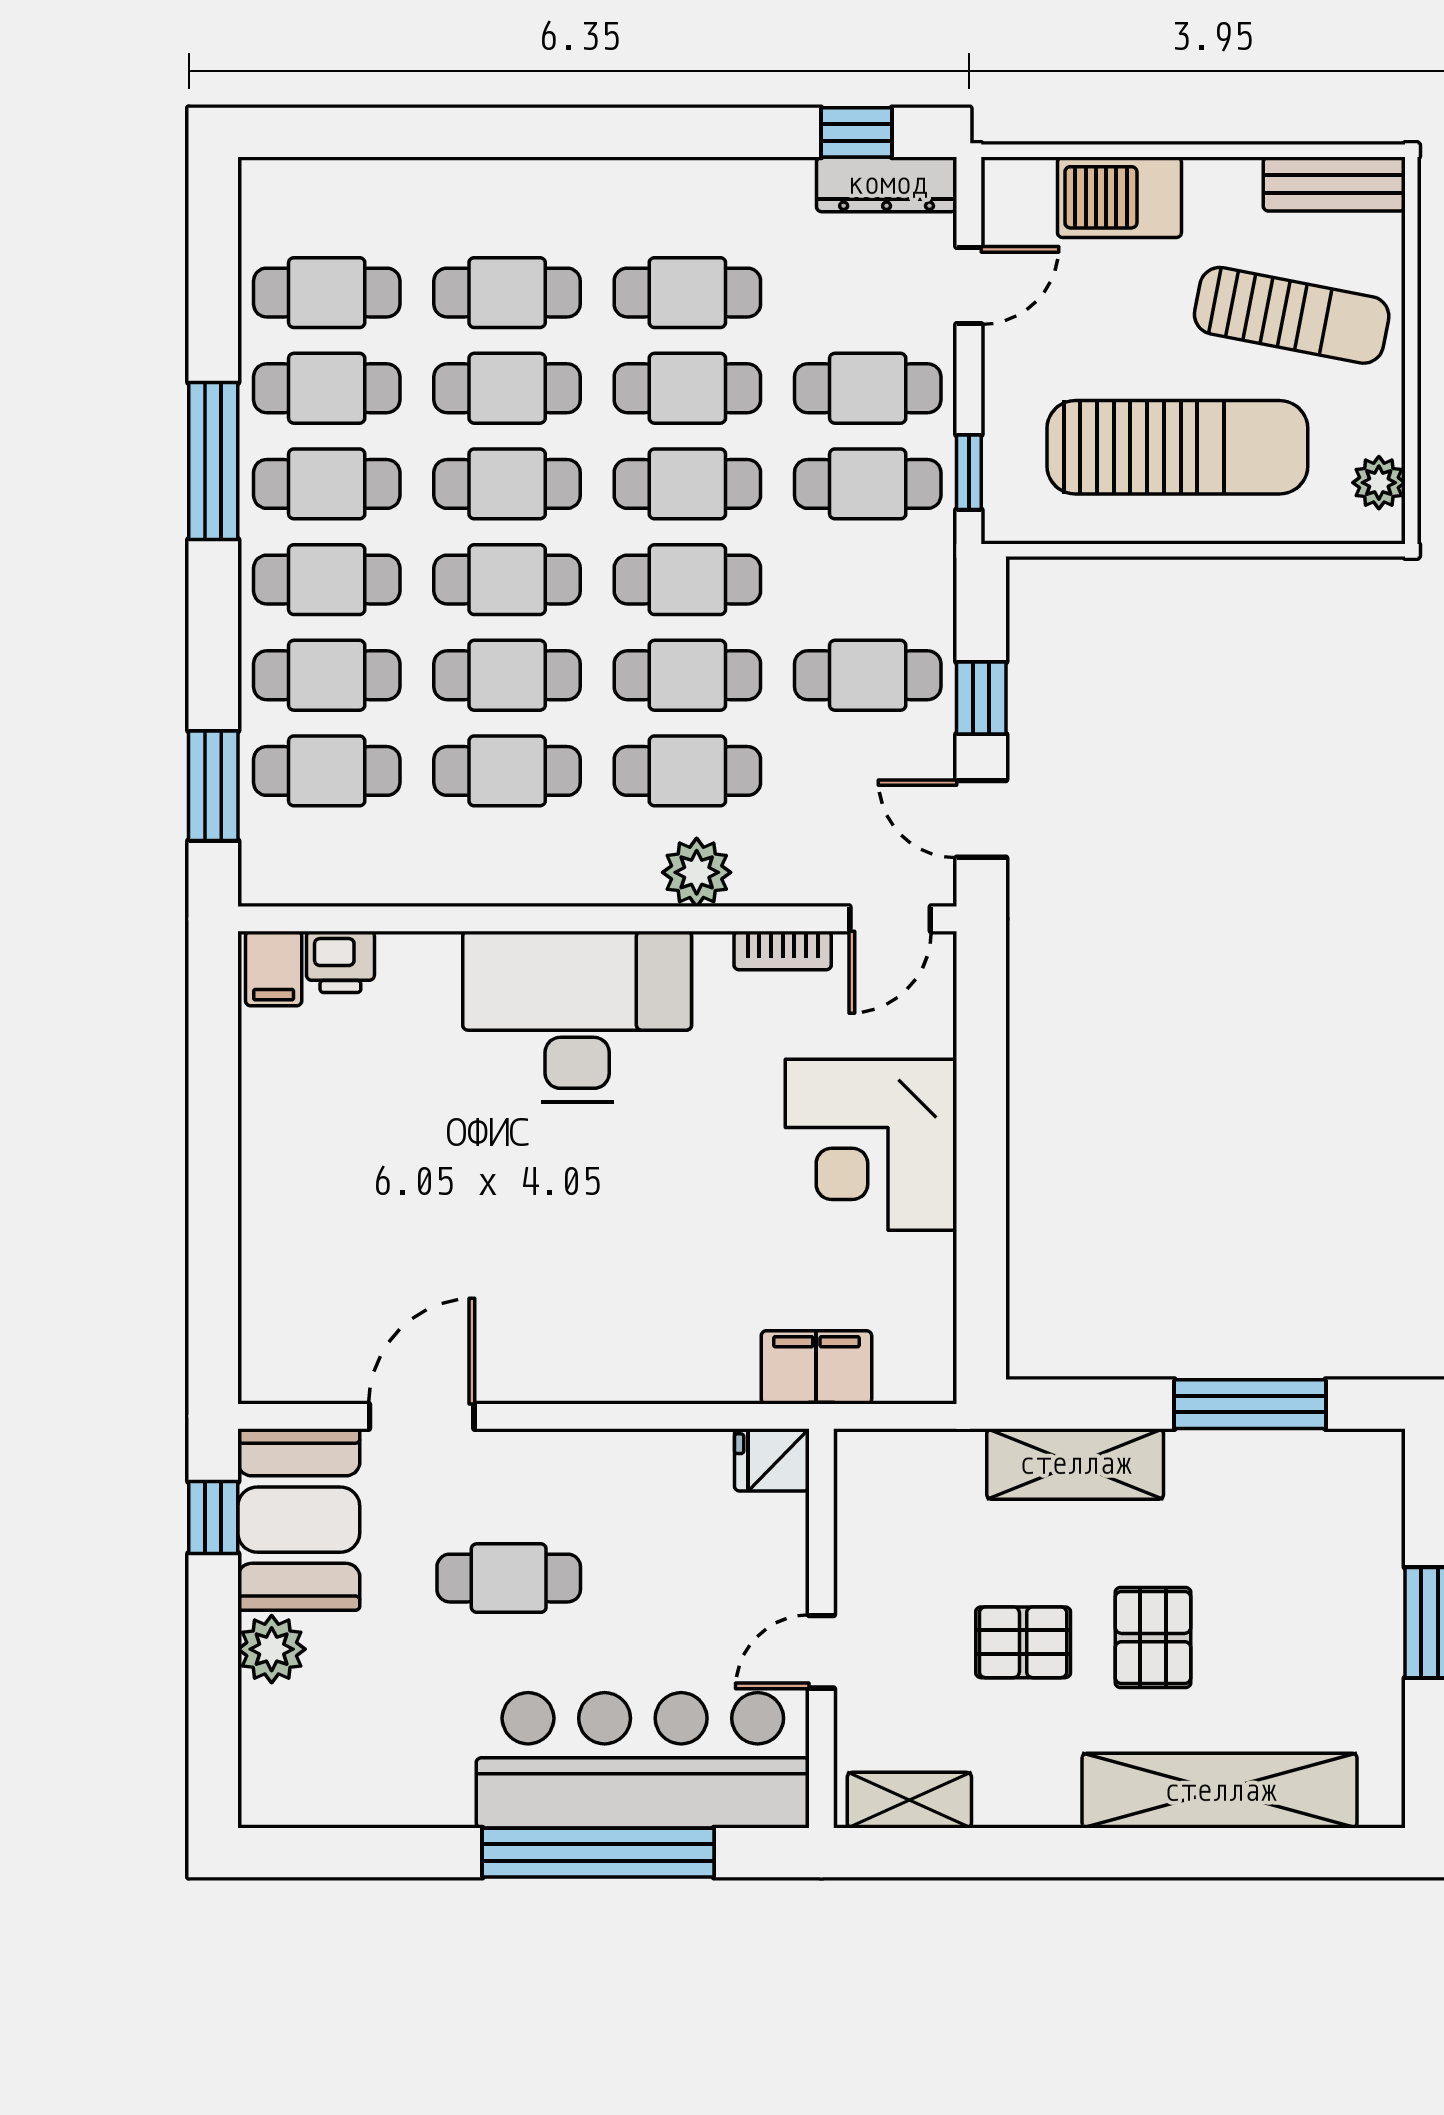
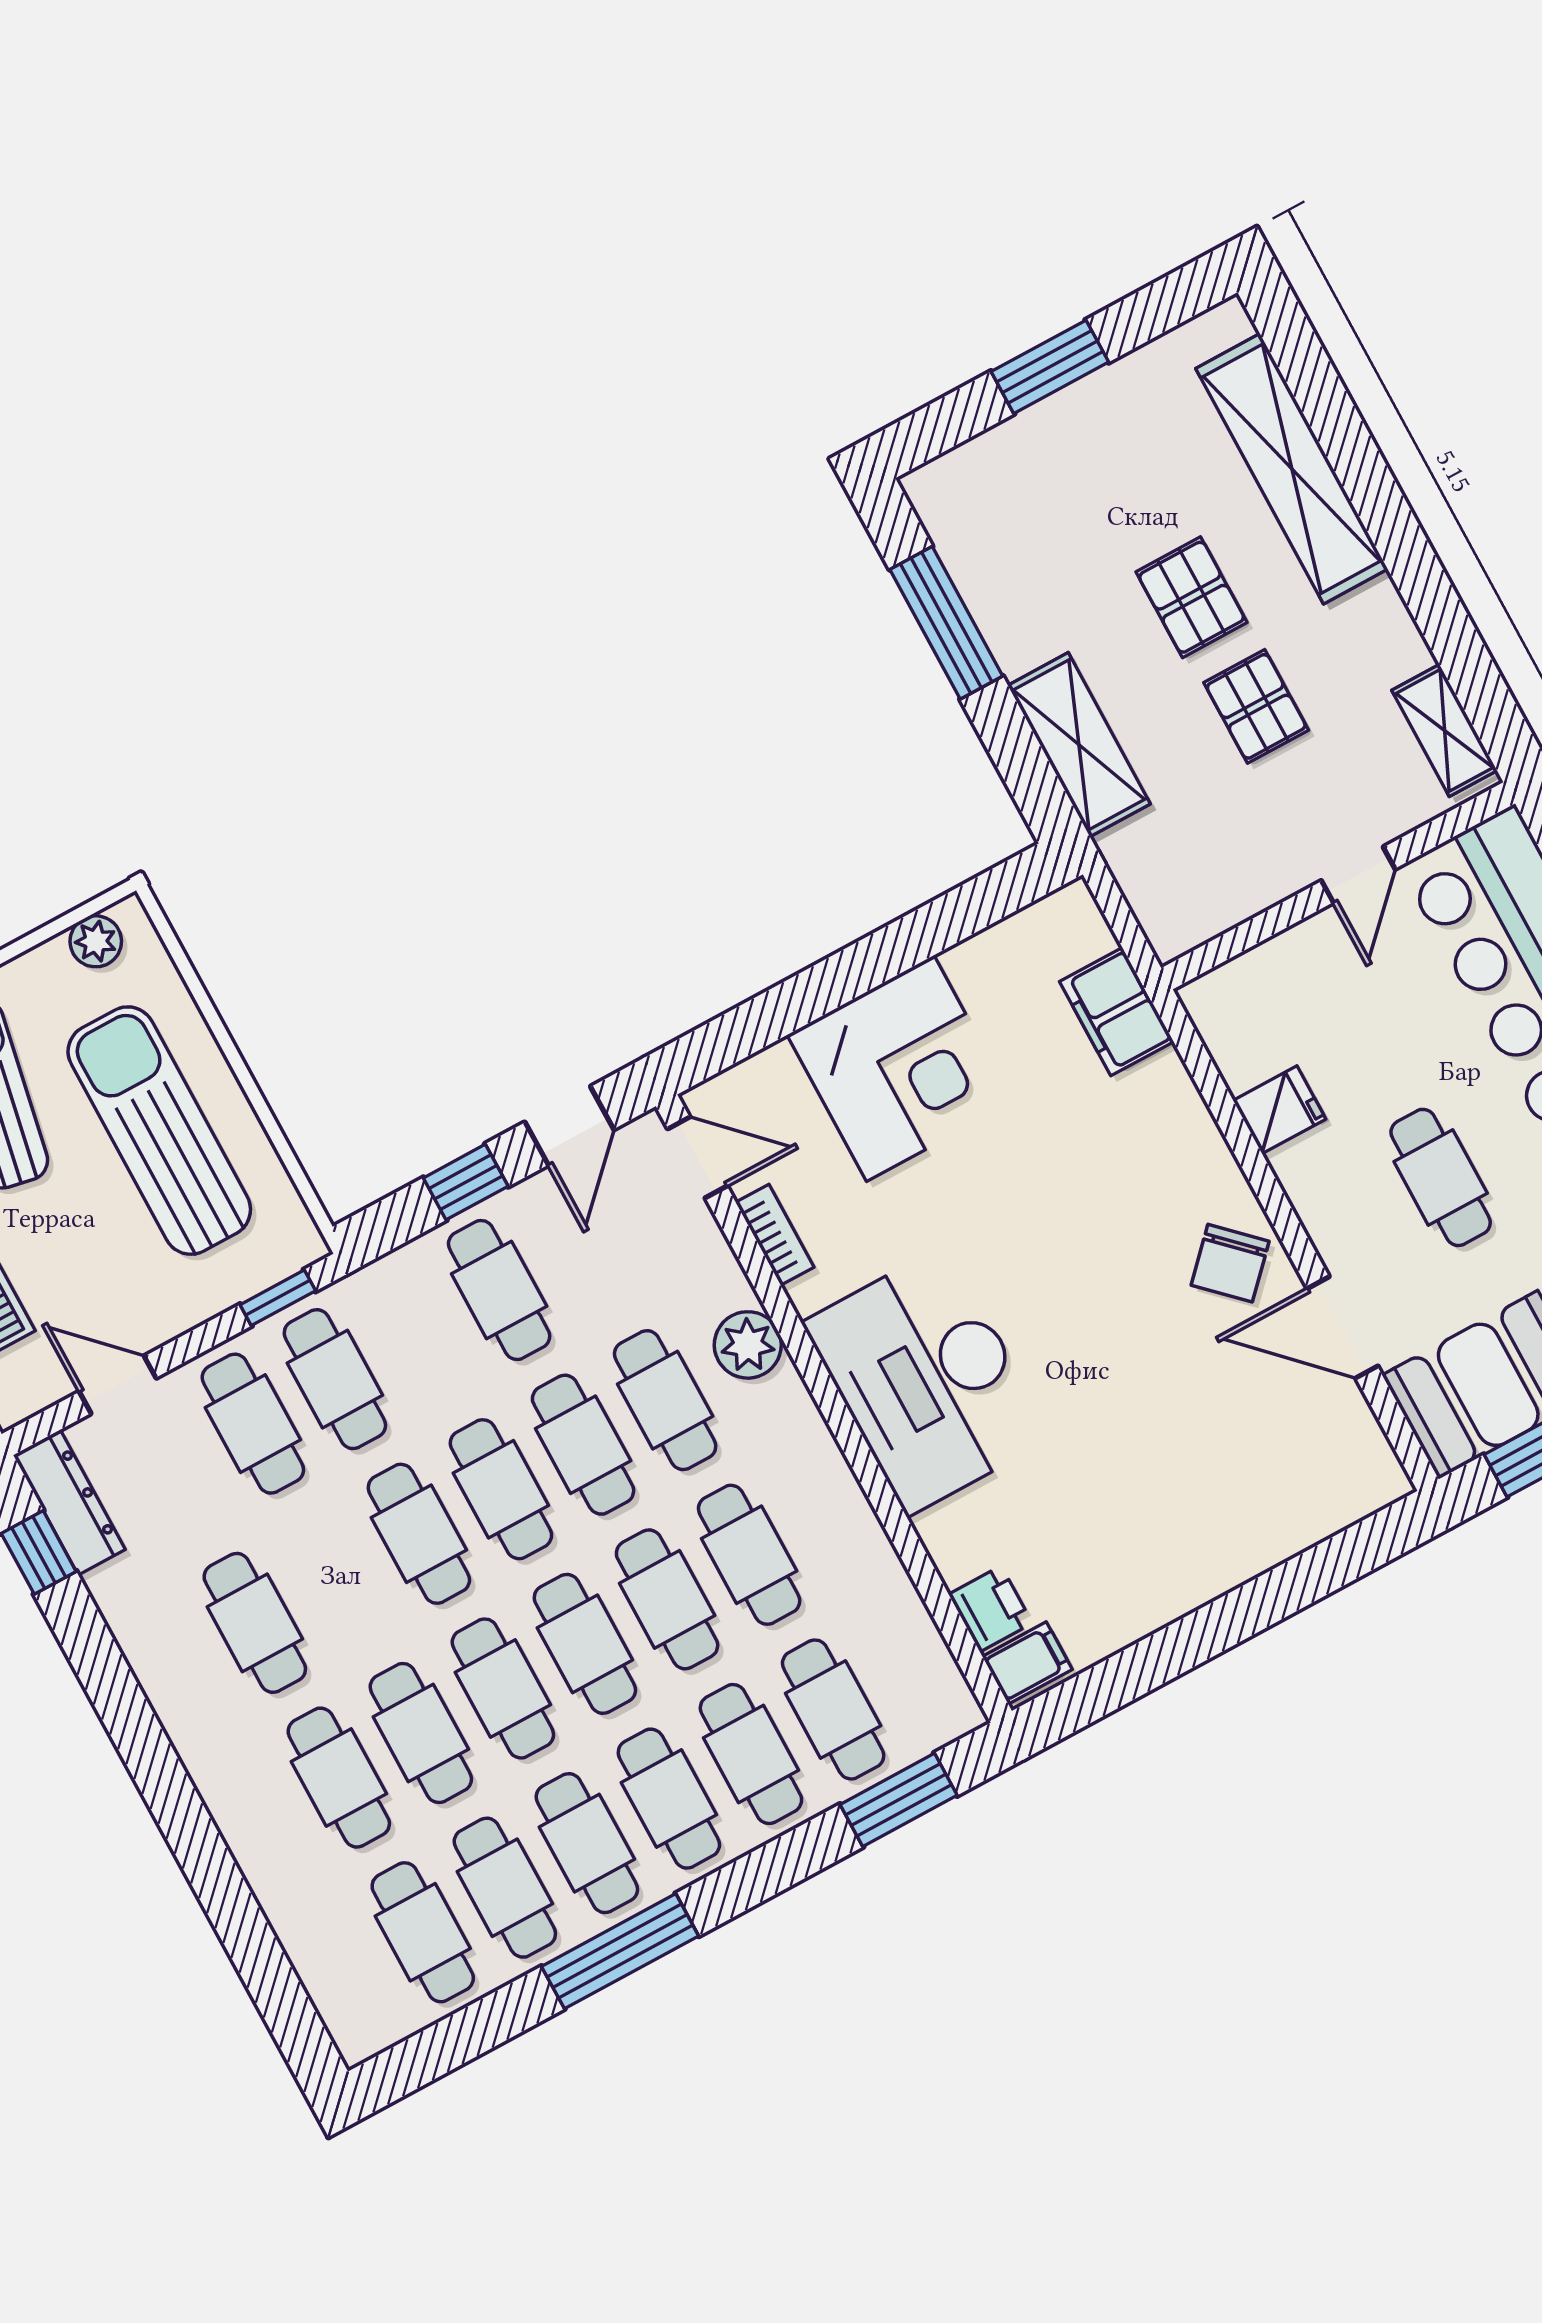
cafe table: (687, 388) -> (337, 1578), removed
chair: (534, 1347) -> (1230, 1263), added
fridge: (772, 1460) -> (1279, 1110), moved, turned -90
pallet: (1153, 1638) -> (1192, 597), turned 90
door: (821, 1652) -> (1358, 875), hinge flipped

